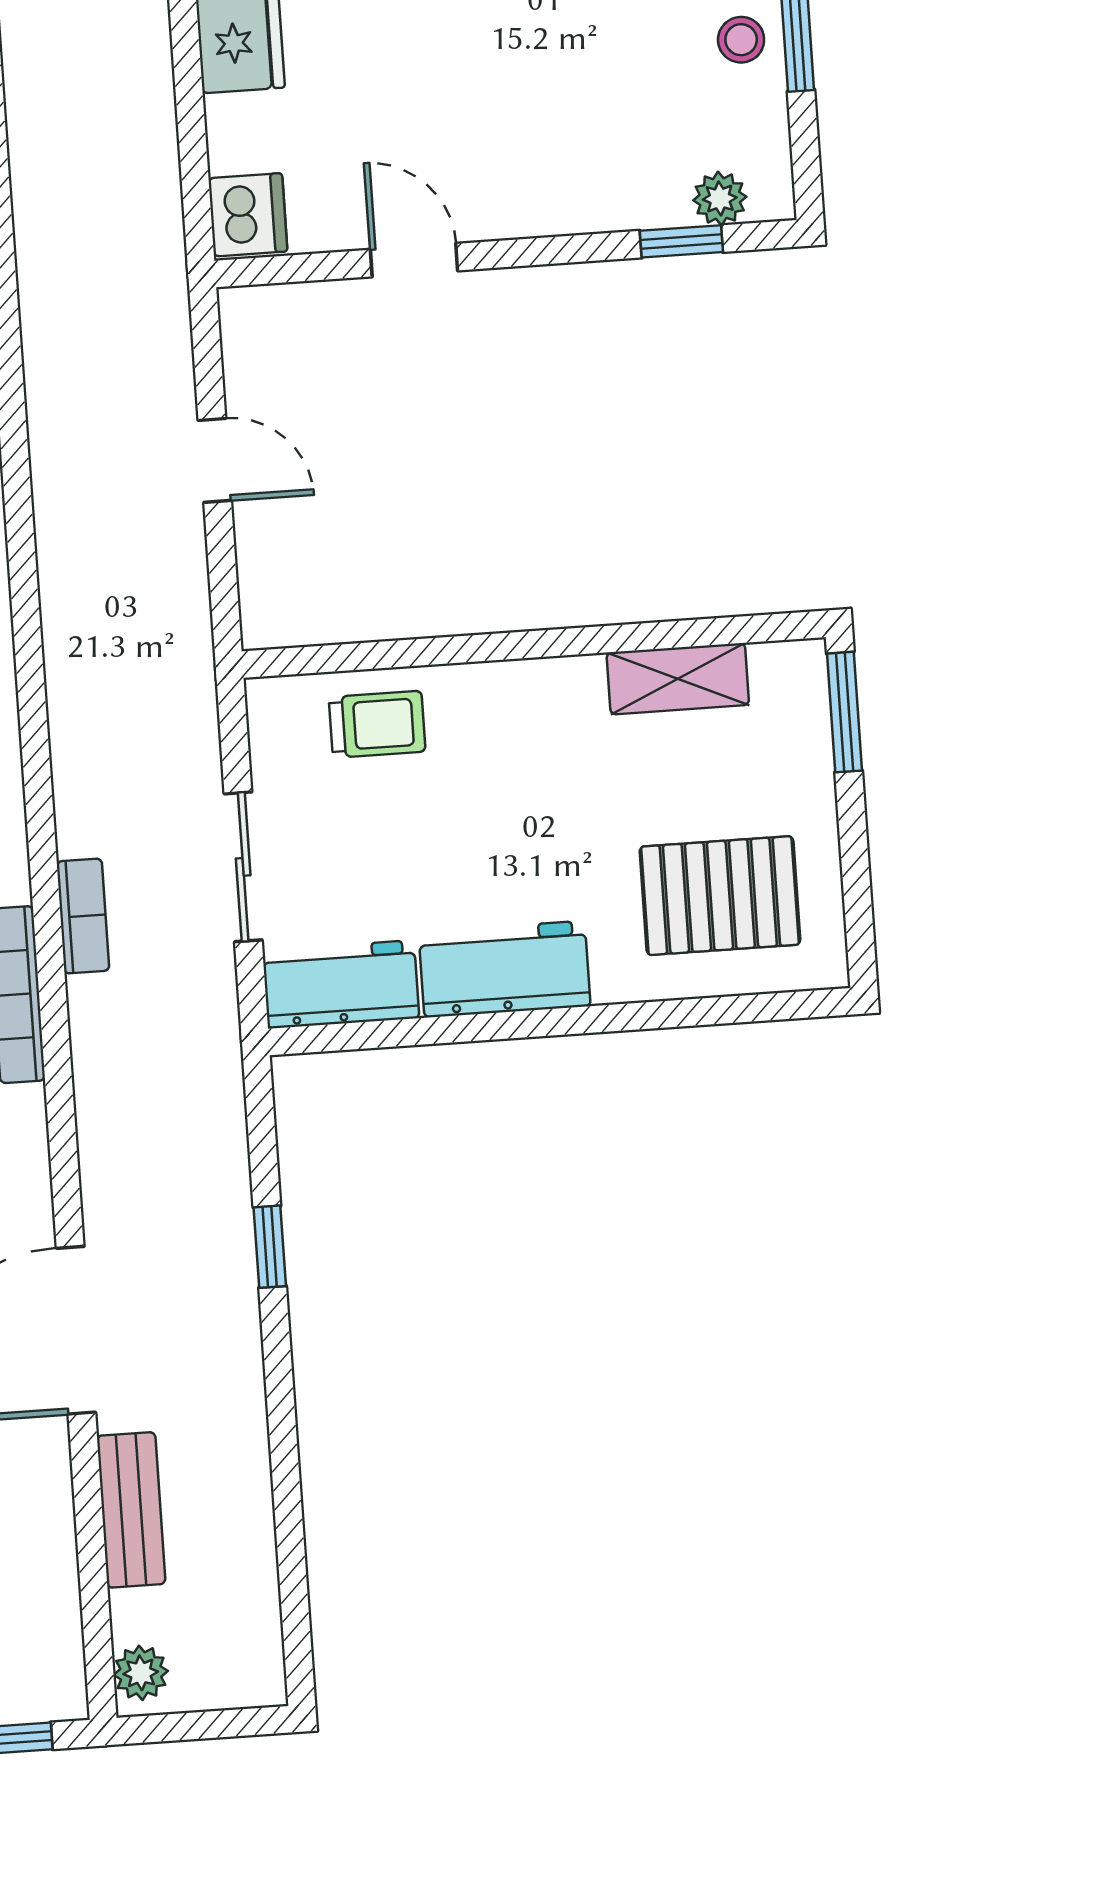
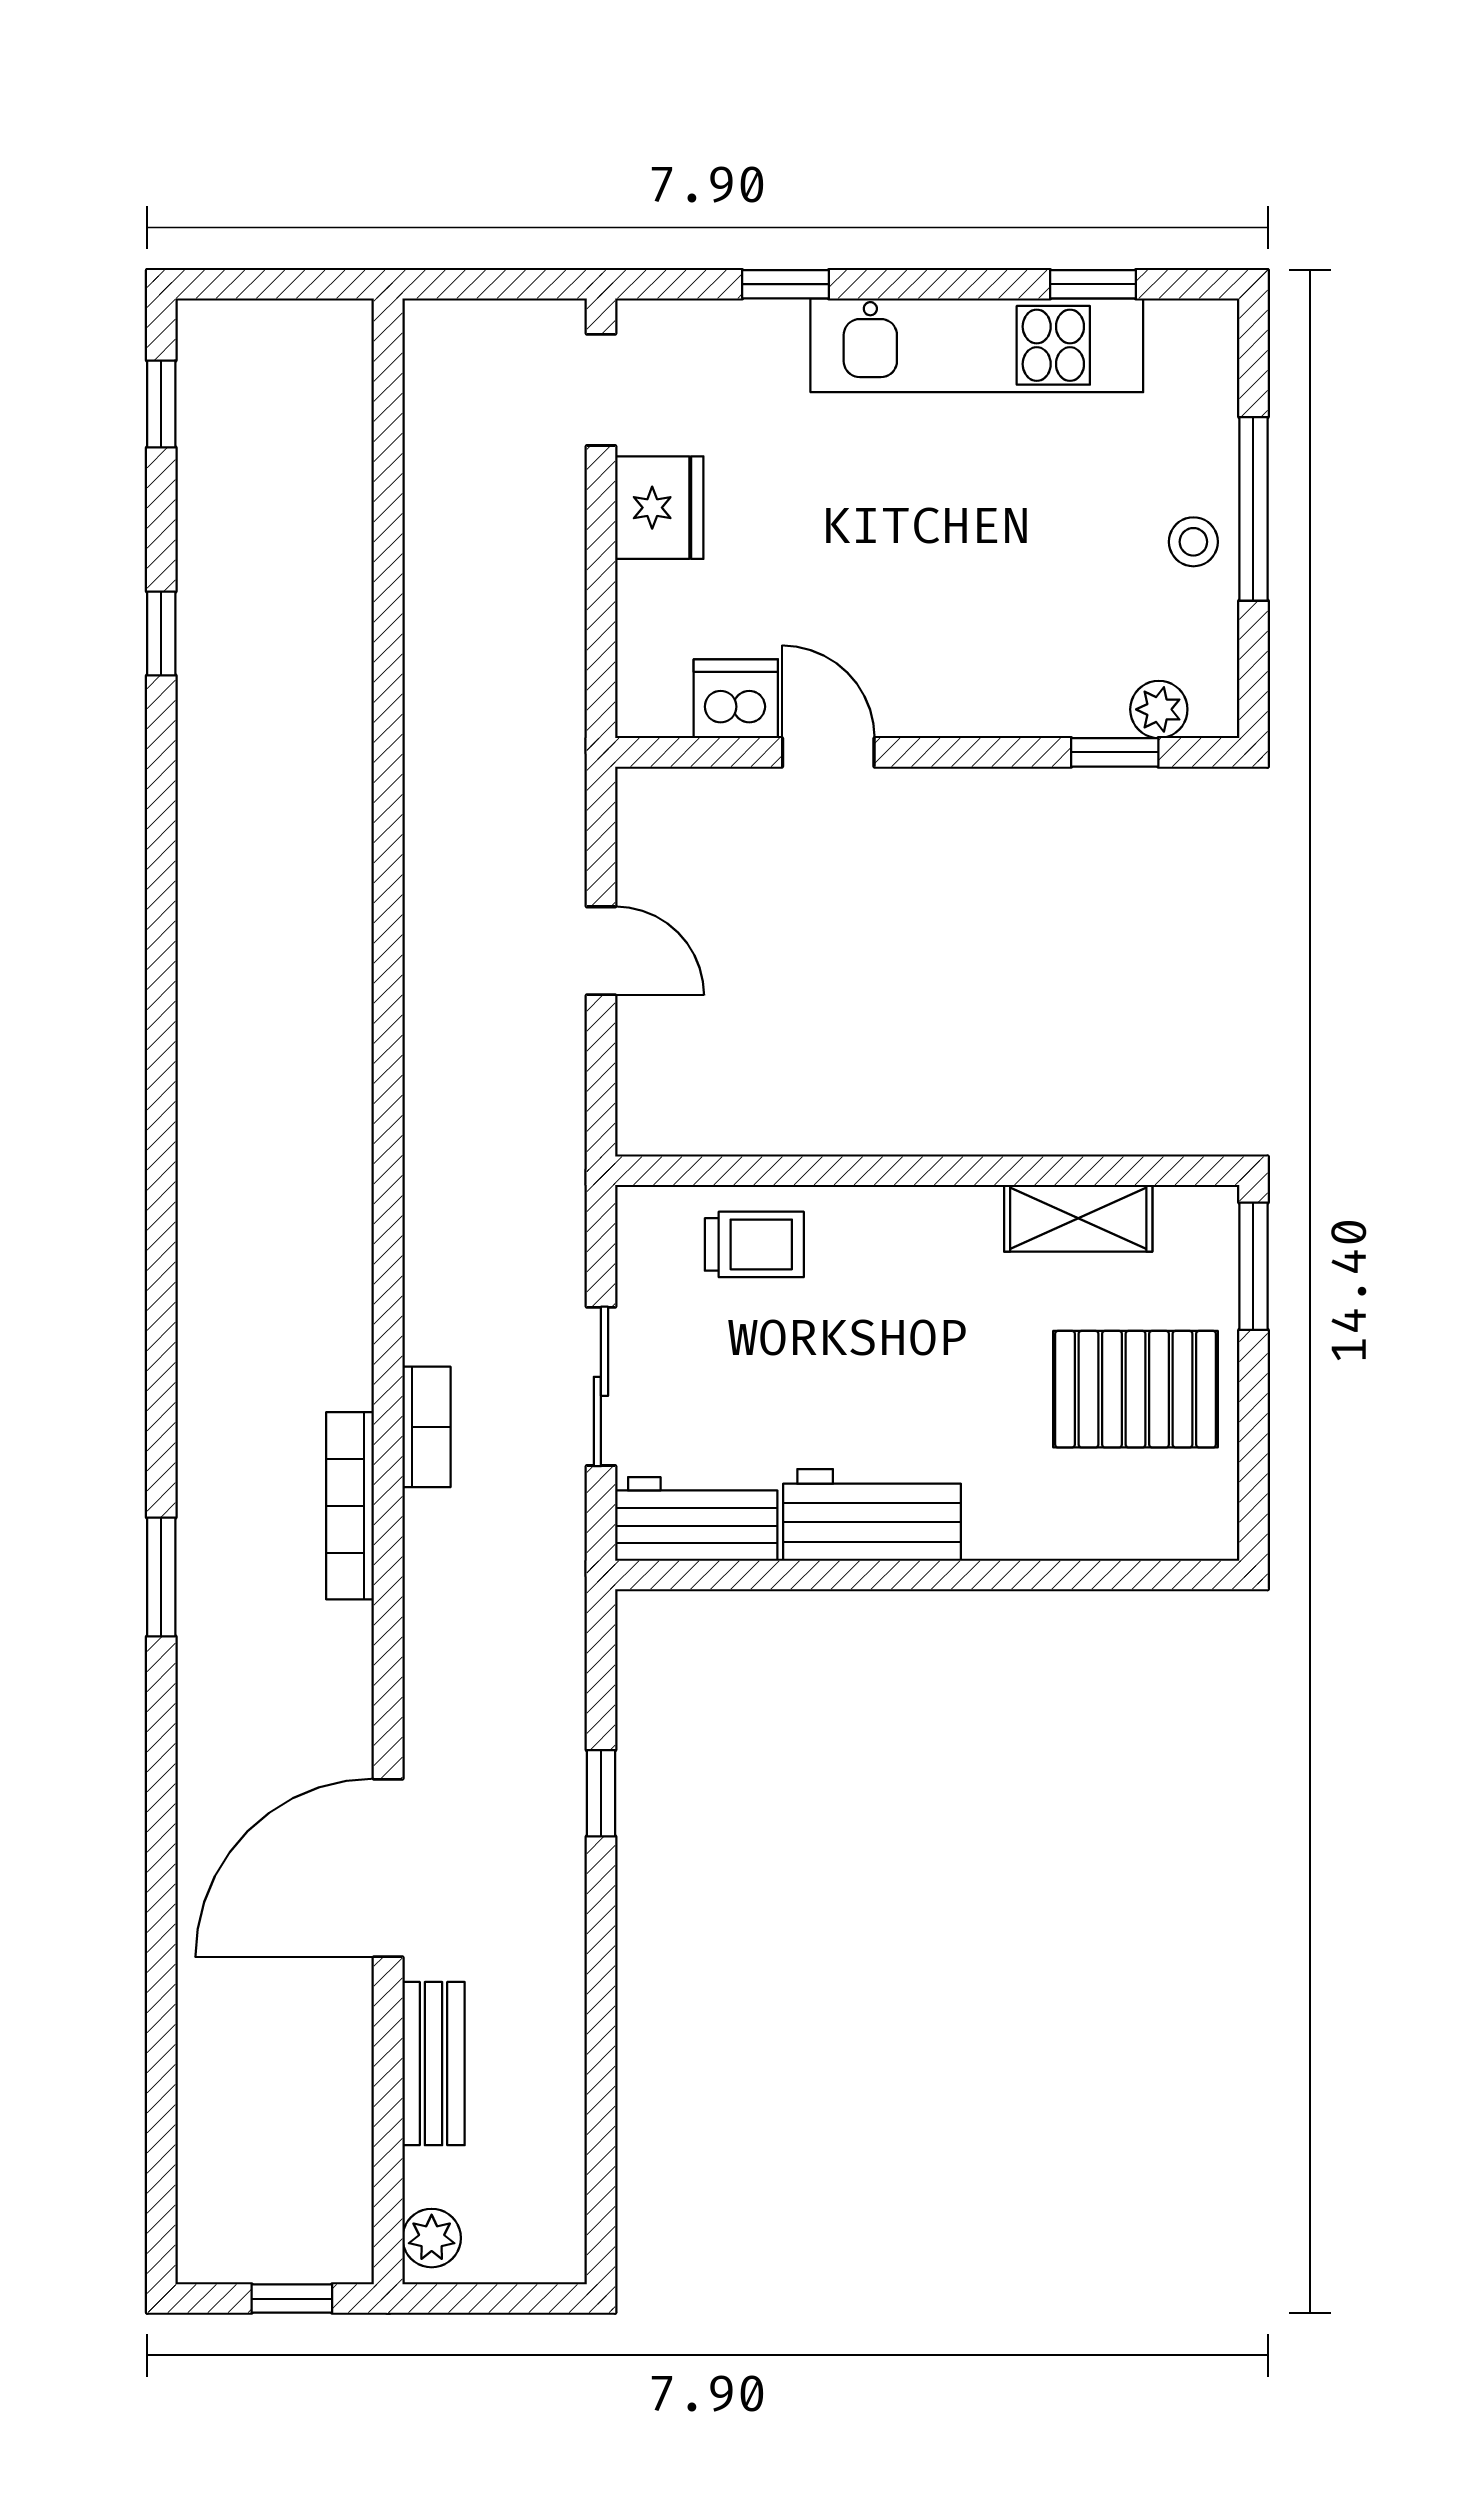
dishwasher: (248, 215) -> (736, 699), moved, turned -90
pallet: (720, 896) -> (1136, 1389), moved

